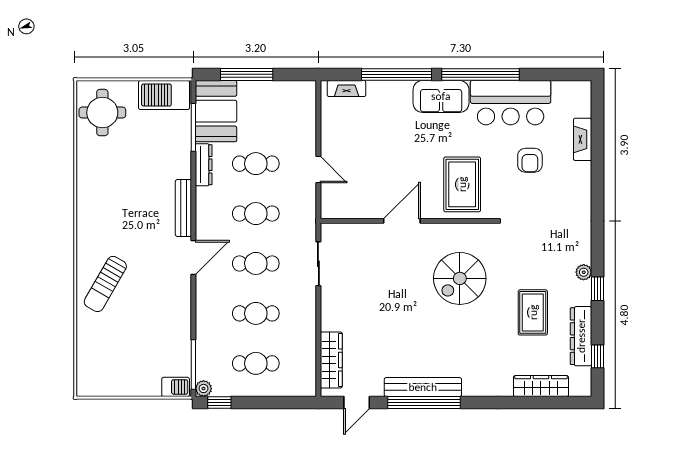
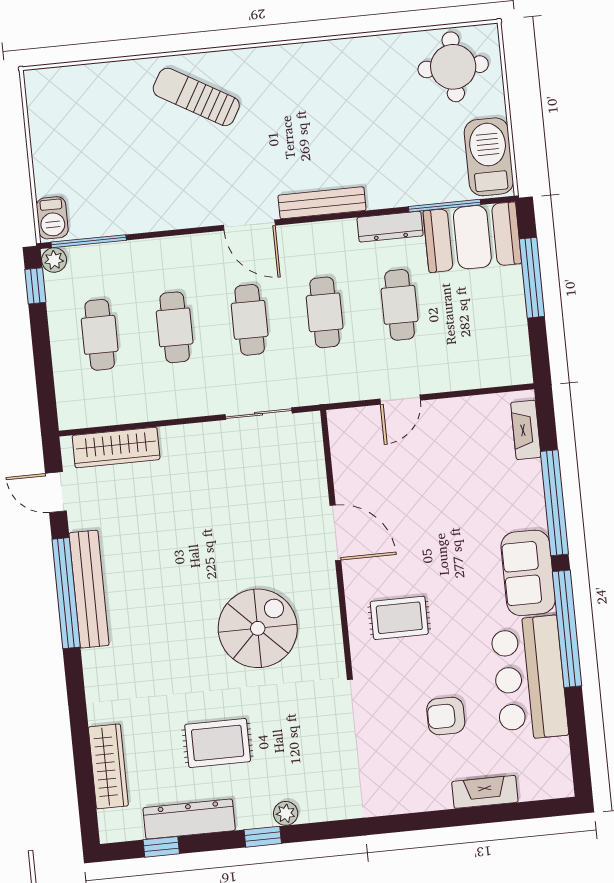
rug: (462, 184) -> (399, 618), width x0.73, depth x0.70
spiral stairs: (460, 278) -> (258, 628), turned 90

